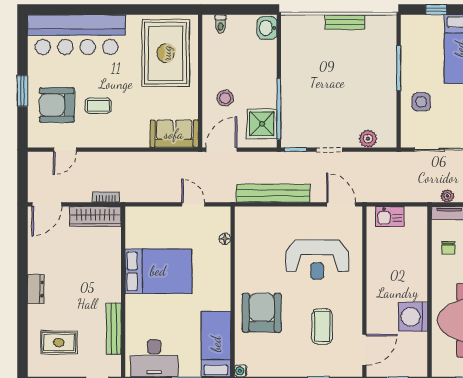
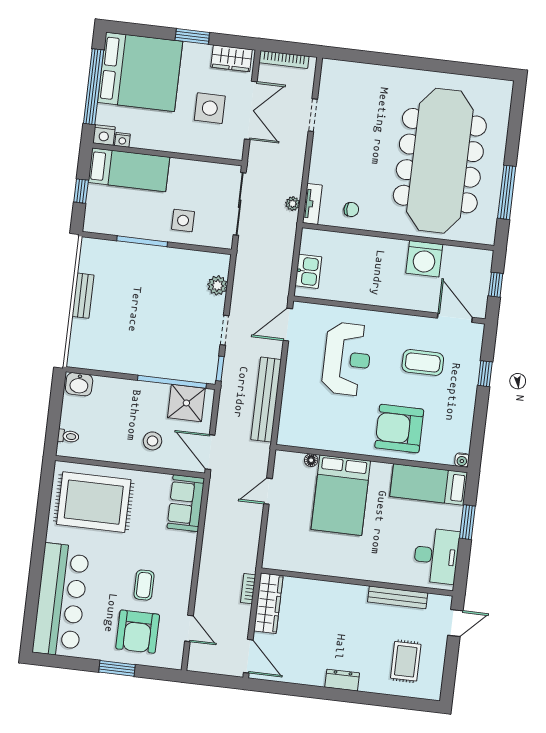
bed: (158, 271) -> (341, 495), moved, turned 180

